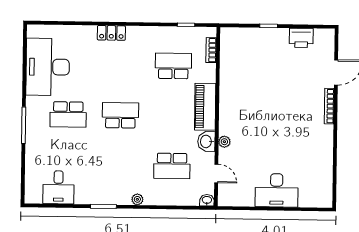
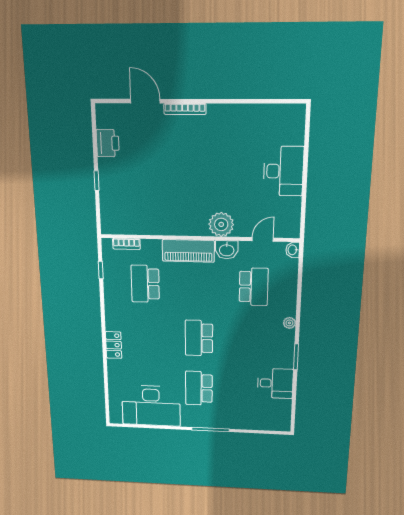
school desk: (68, 115) -> (199, 388), turned 180
plant: (224, 142) -> (221, 224), width x1.88, depth x1.88
desk: (58, 187) -> (275, 383), moved

